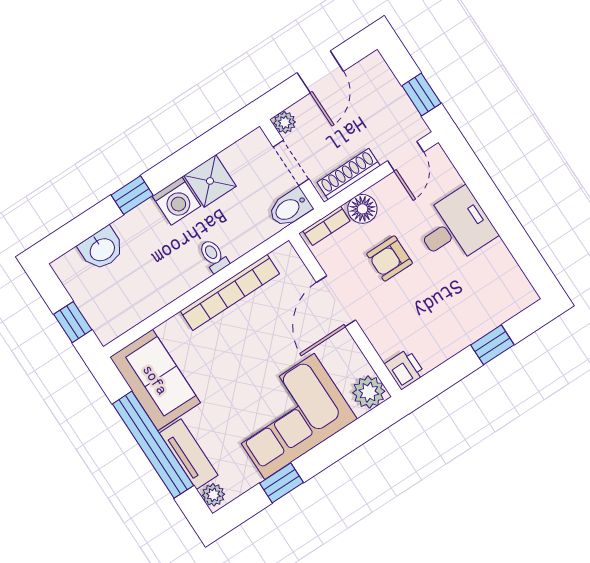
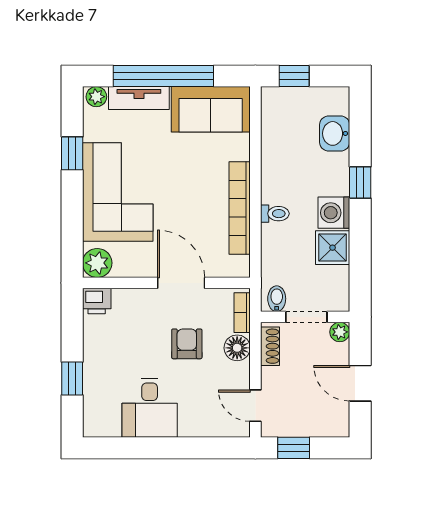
shoe rack: (349, 174) -> (270, 346), width x0.70
bidet: (290, 208) -> (277, 299), width x0.72, depth x0.74
desk: (455, 228) -> (150, 408), moved

